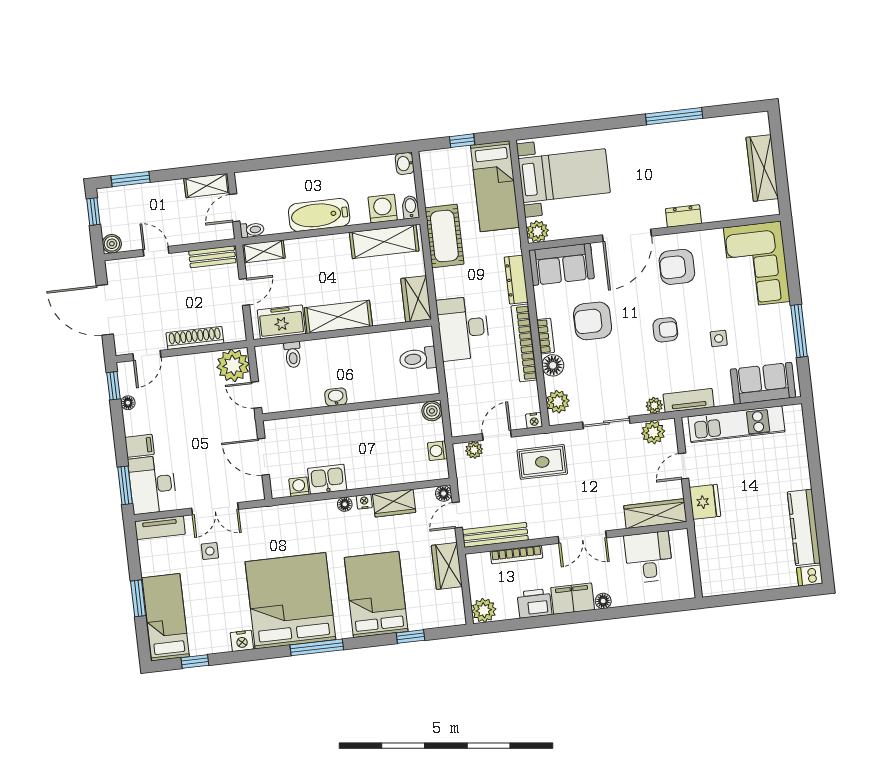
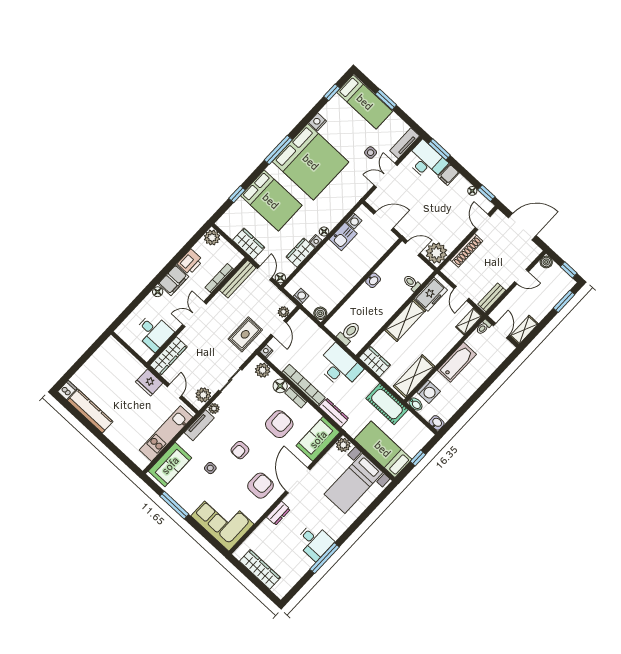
desk: (669, 146) -> (314, 542), added

